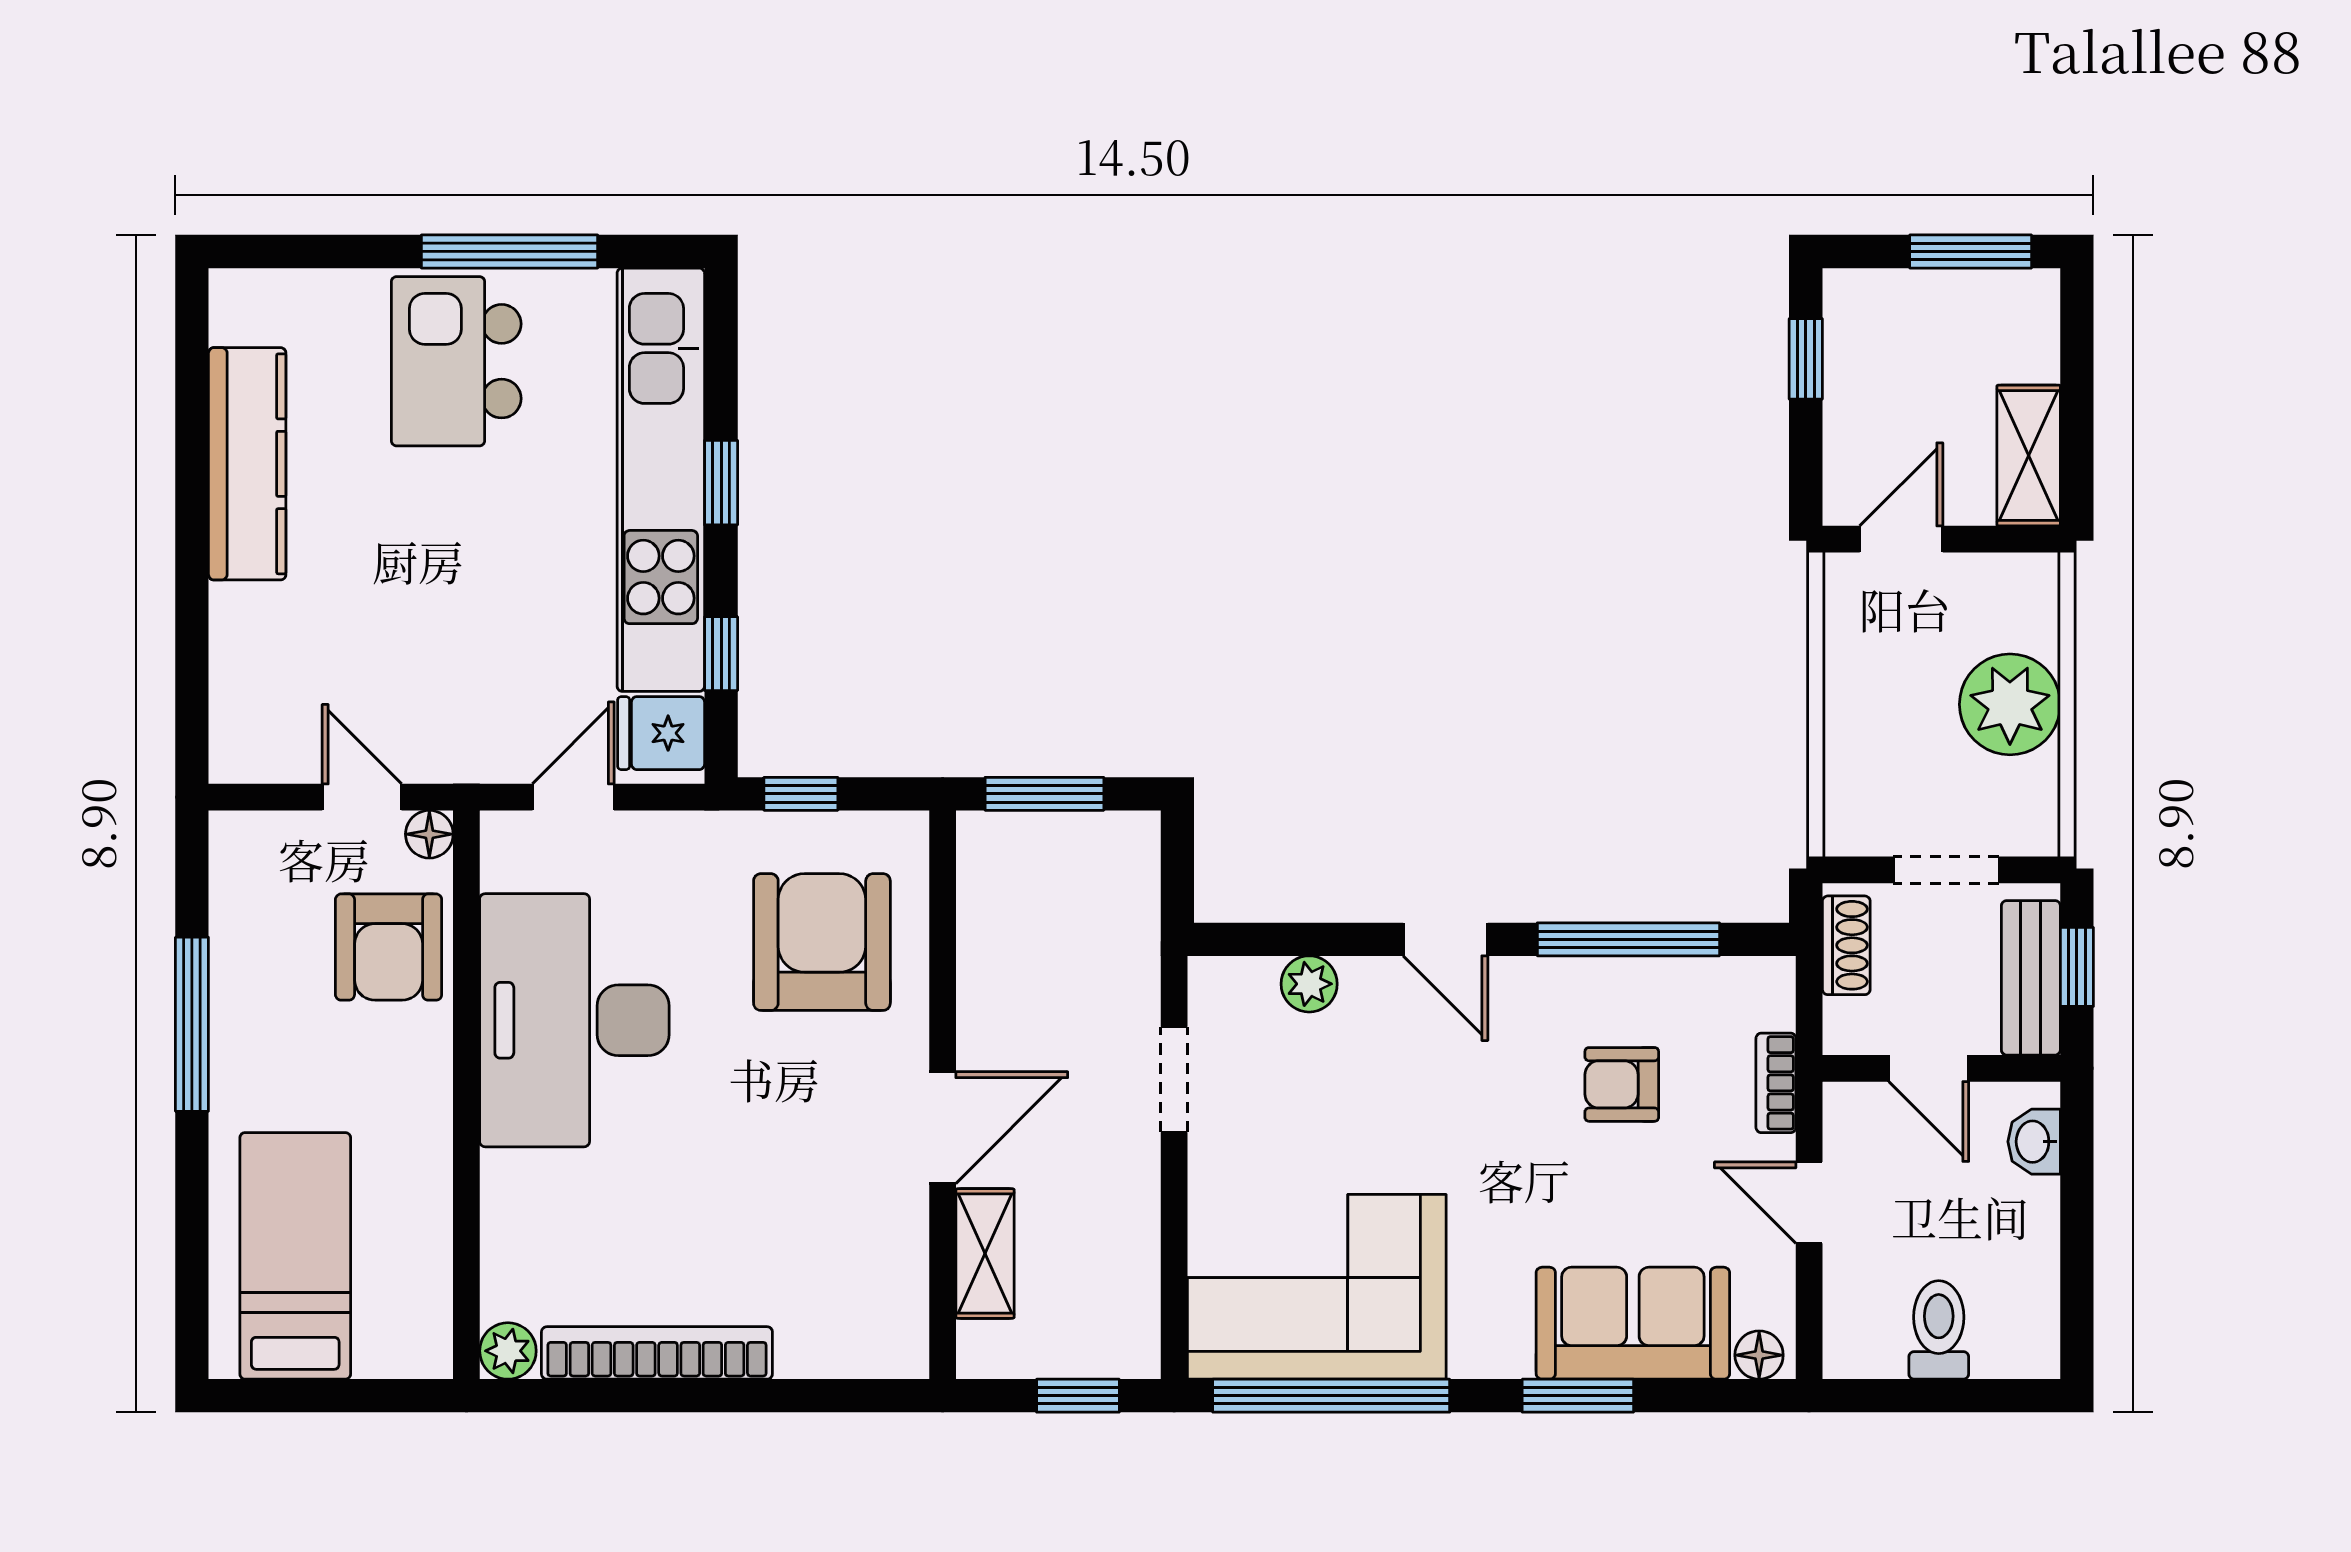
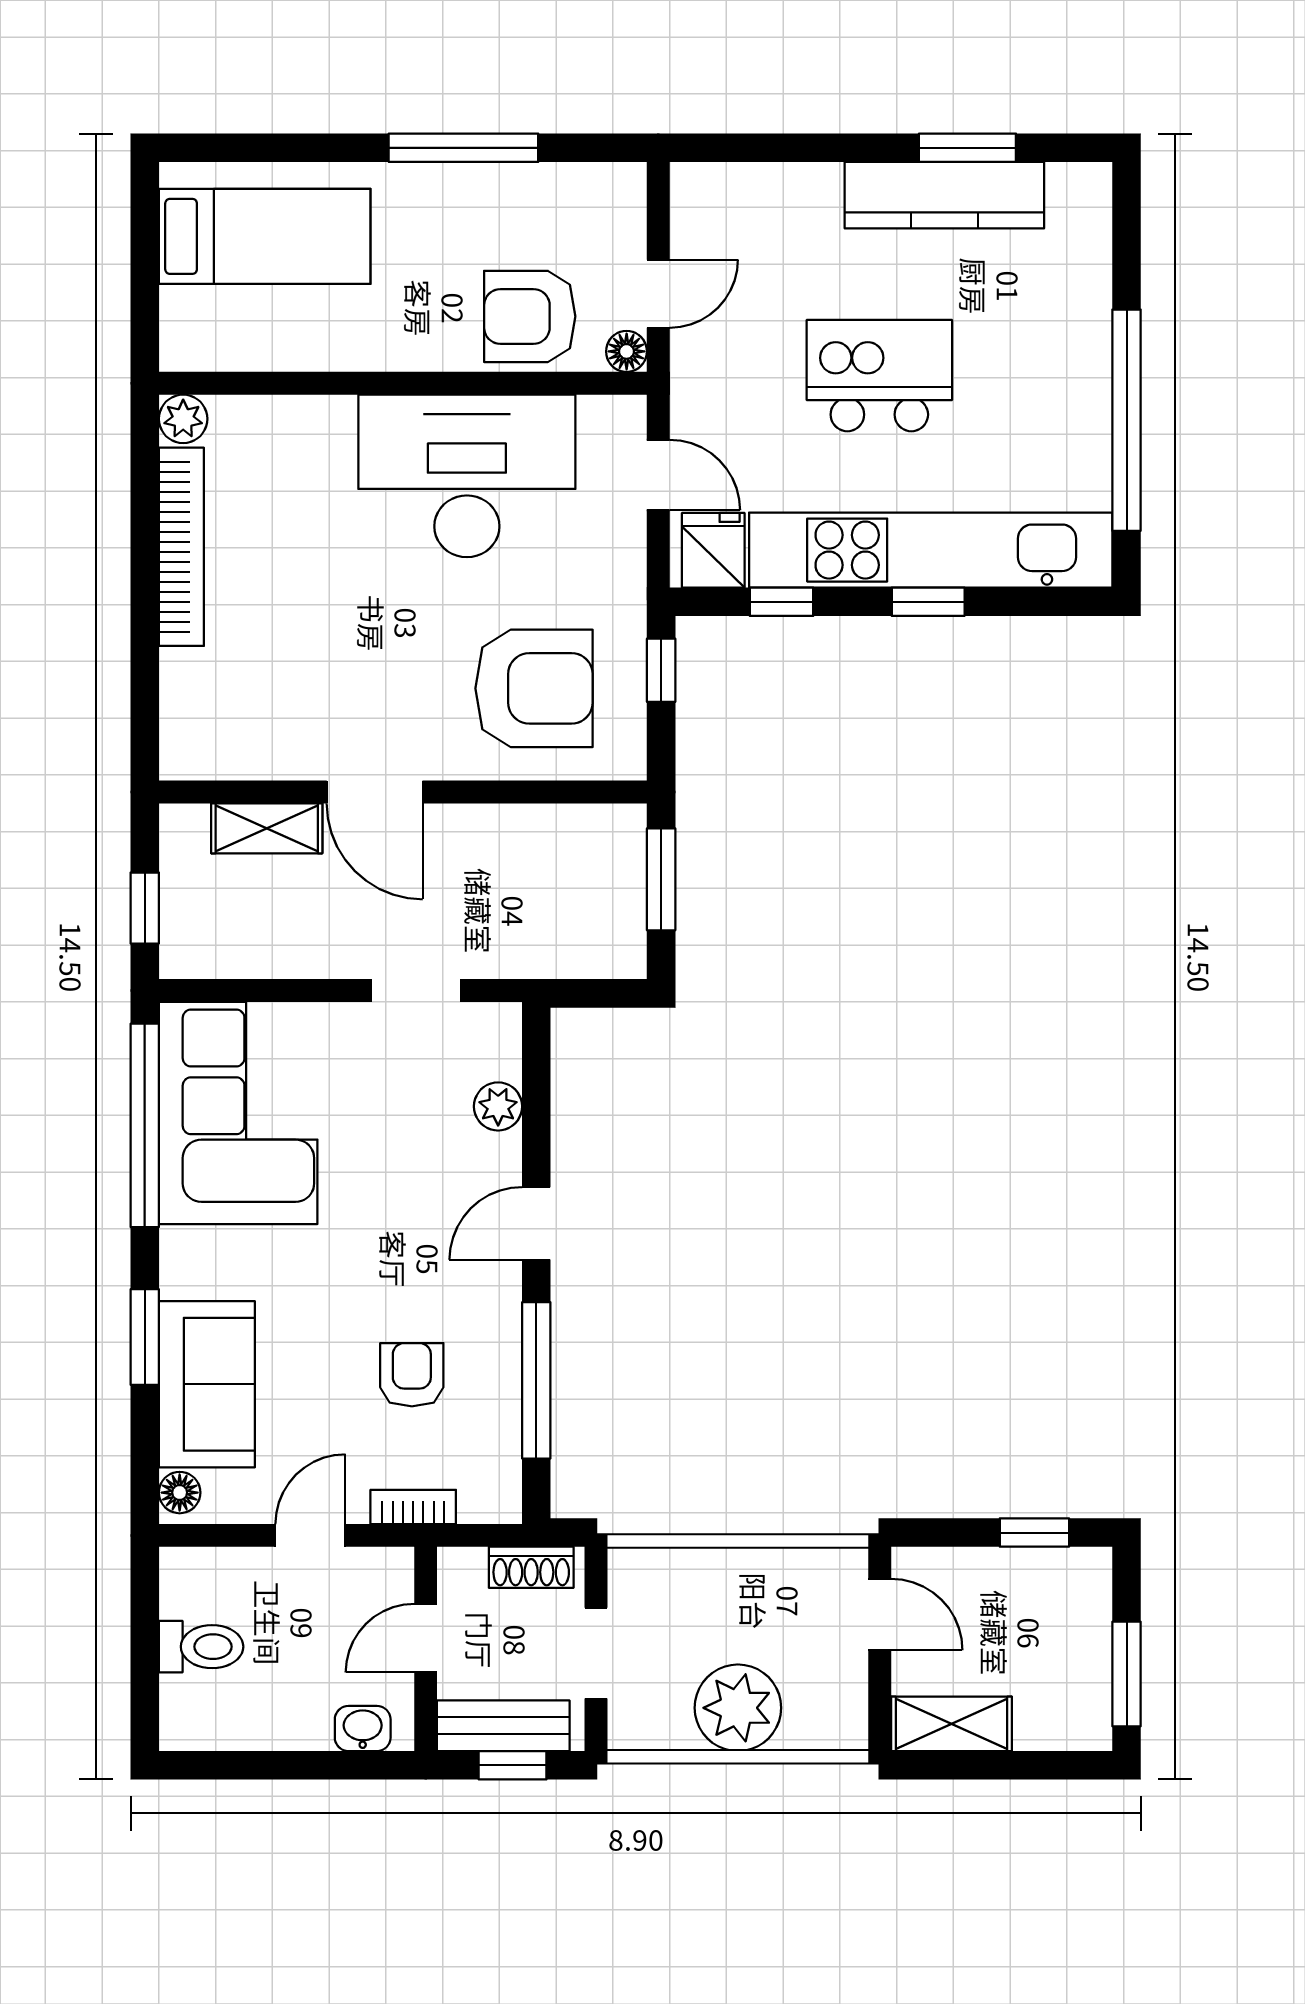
window: (509, 251) -> (1127, 420), width x1.46
kitchen island: (456, 361) -> (879, 376), moved
window: (192, 437) -> (967, 148), added

